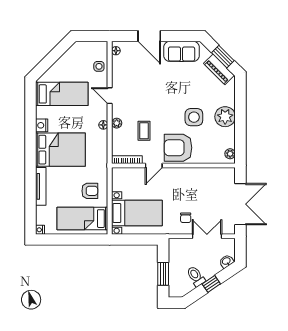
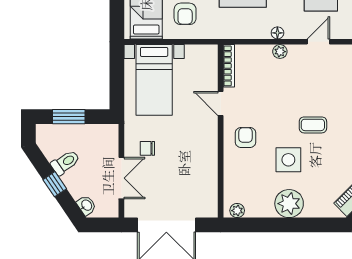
coffee table: (144, 131) -> (313, 125), moved
armchair: (178, 148) -> (245, 137), width x0.53, depth x0.53

